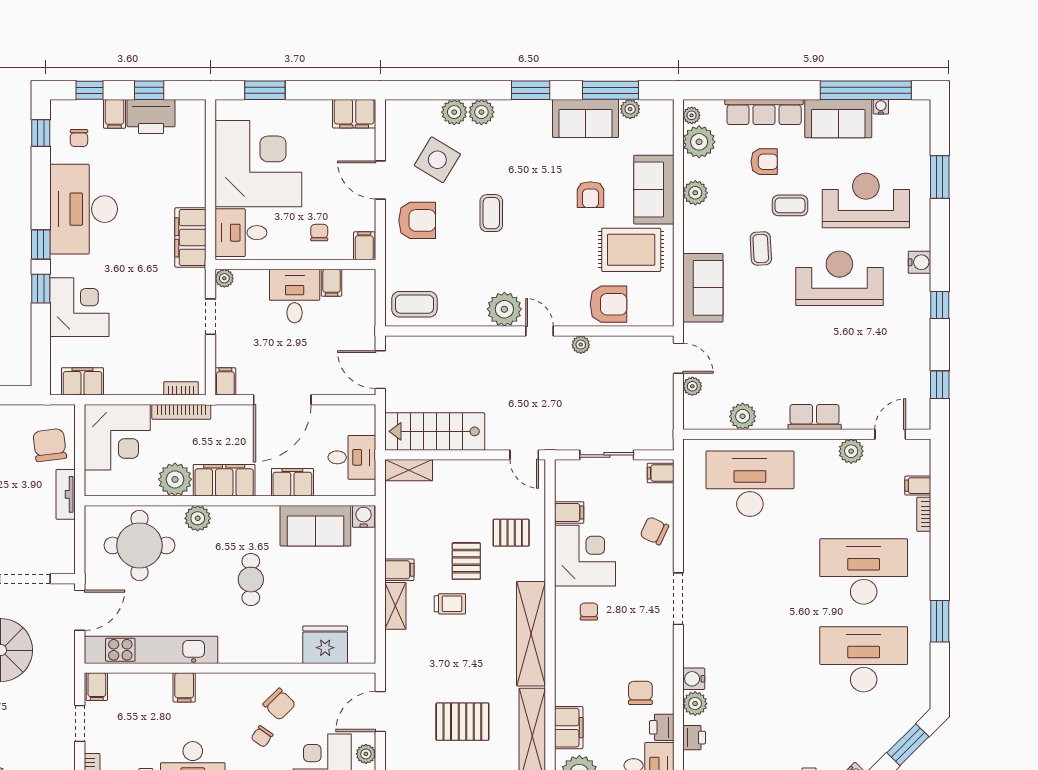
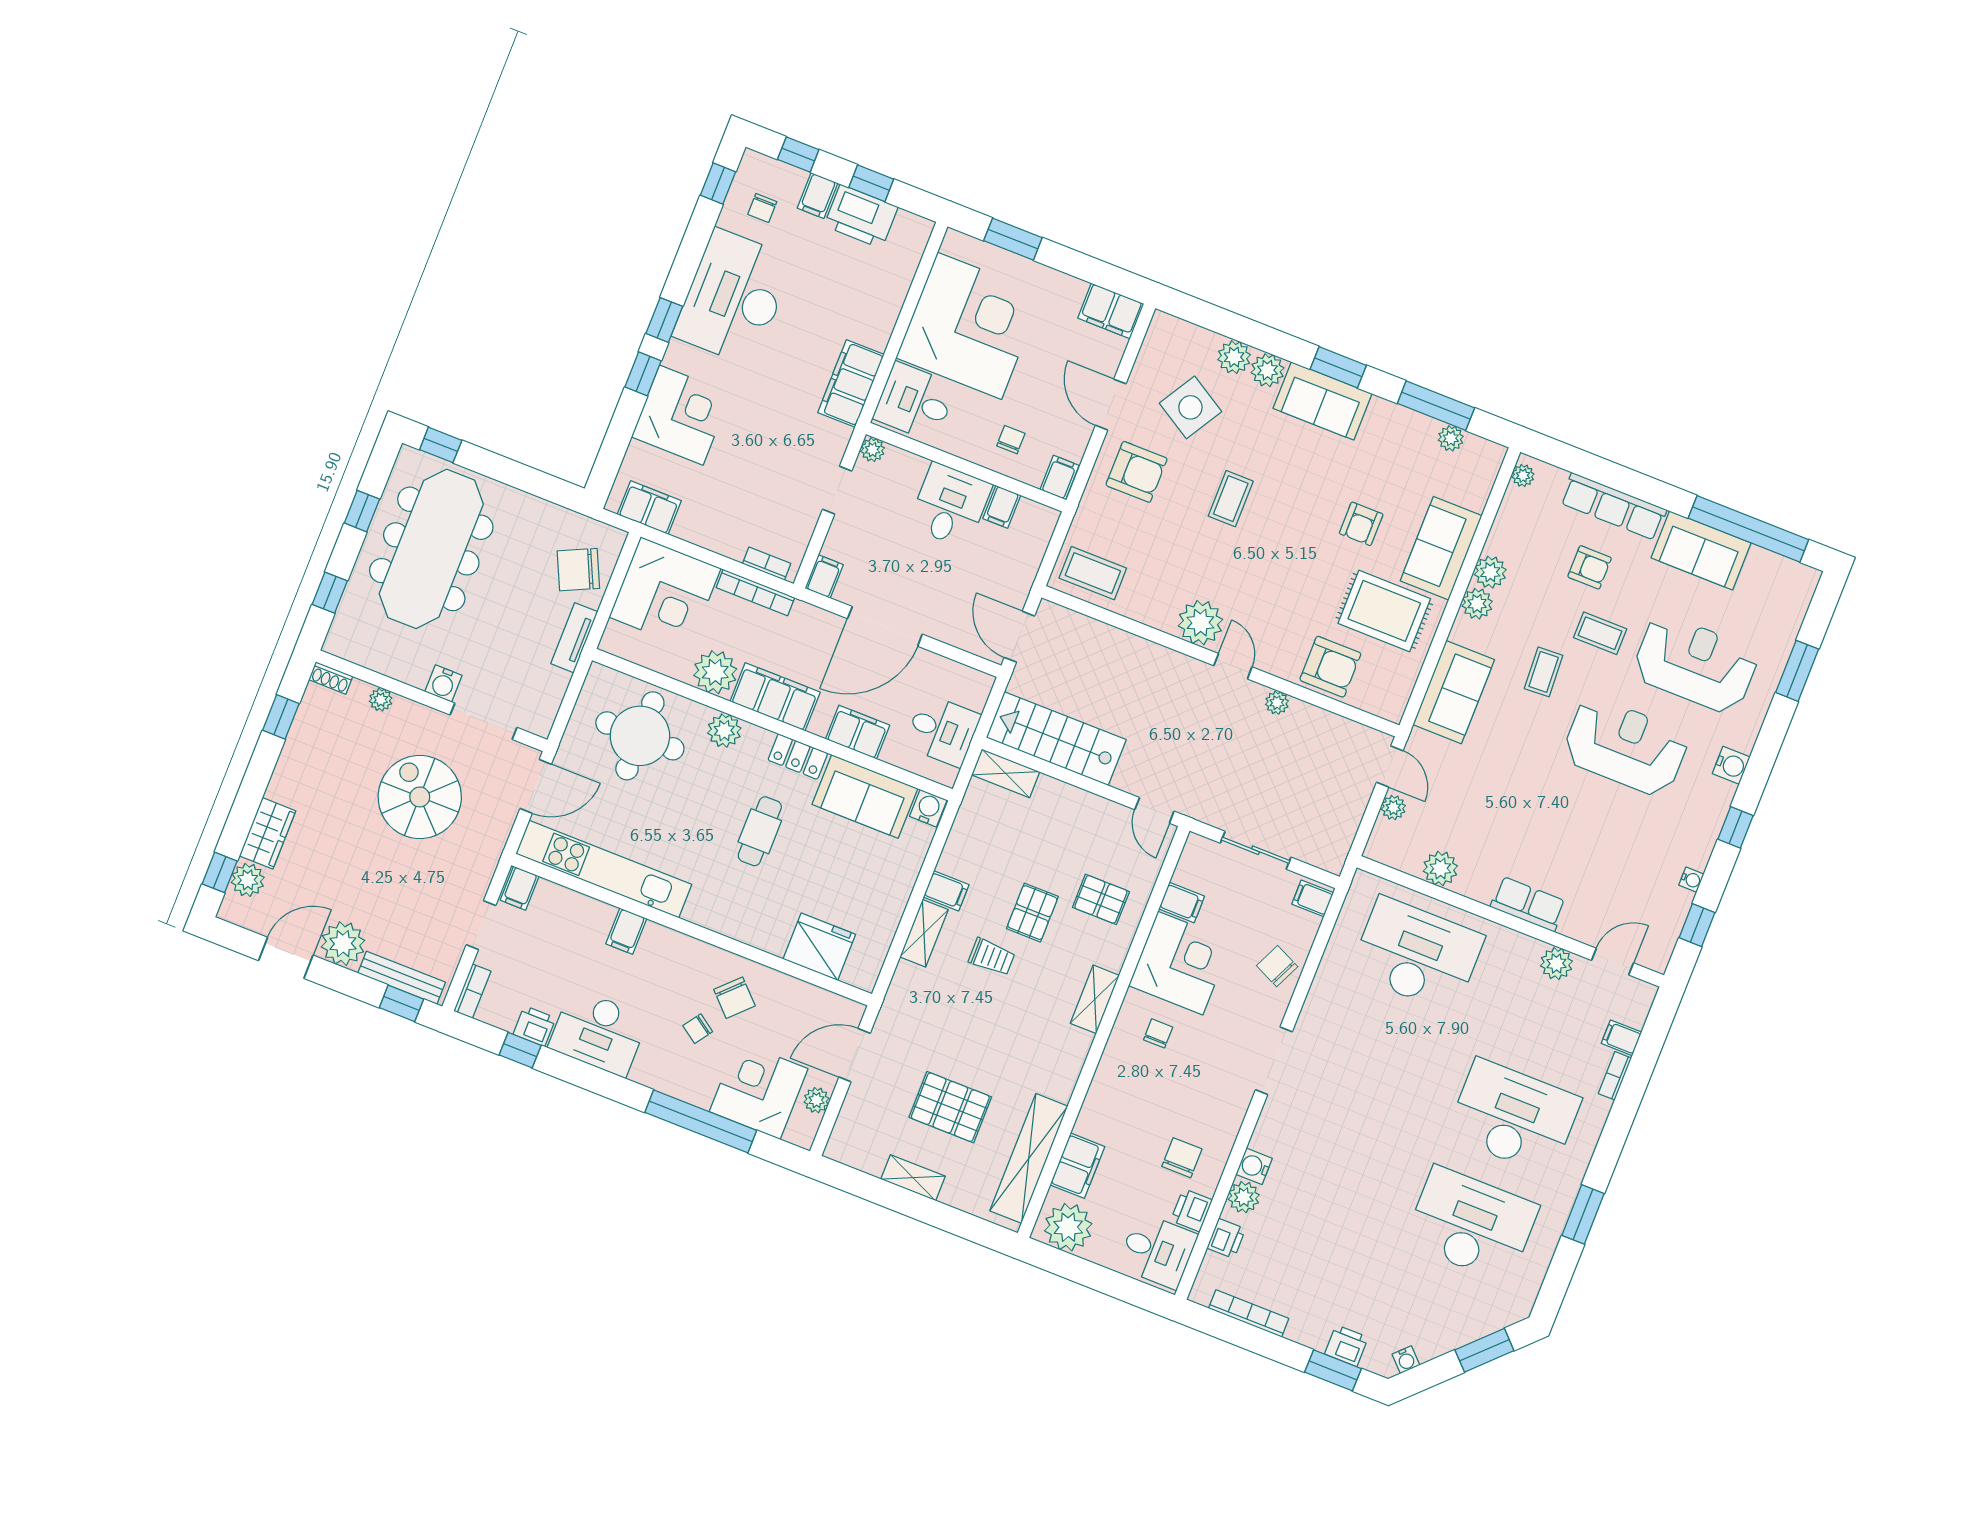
water cooler: (881, 107) -> (1691, 880), moved, turned 90
sofa: (585, 118) -> (1323, 401), moved
plant: (699, 142) -> (1477, 604), moved, width x0.73, depth x0.73
chair: (50, 445) -> (578, 570), turned -108
locker: (257, 516) -> (798, 757), added
shelving: (531, 634) -> (1095, 999), width x0.45, depth x0.75

